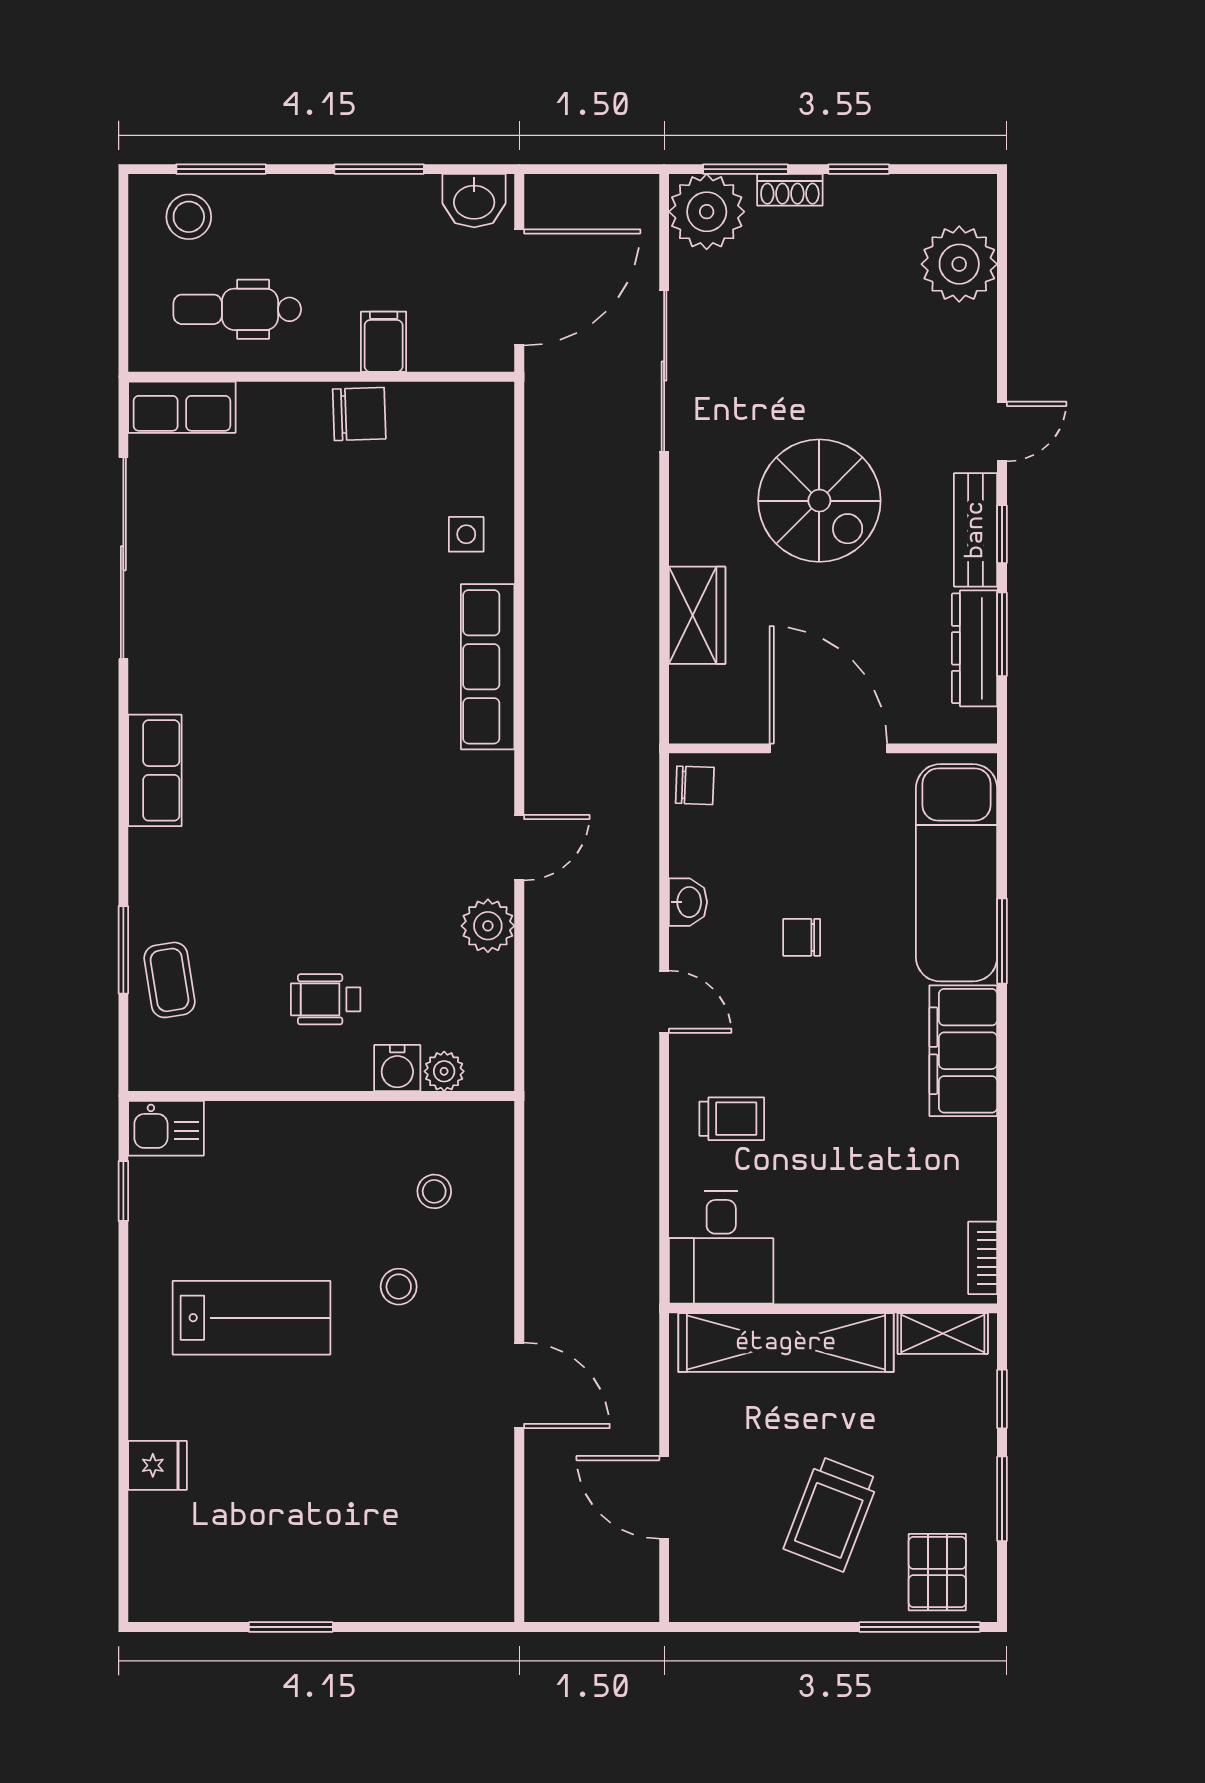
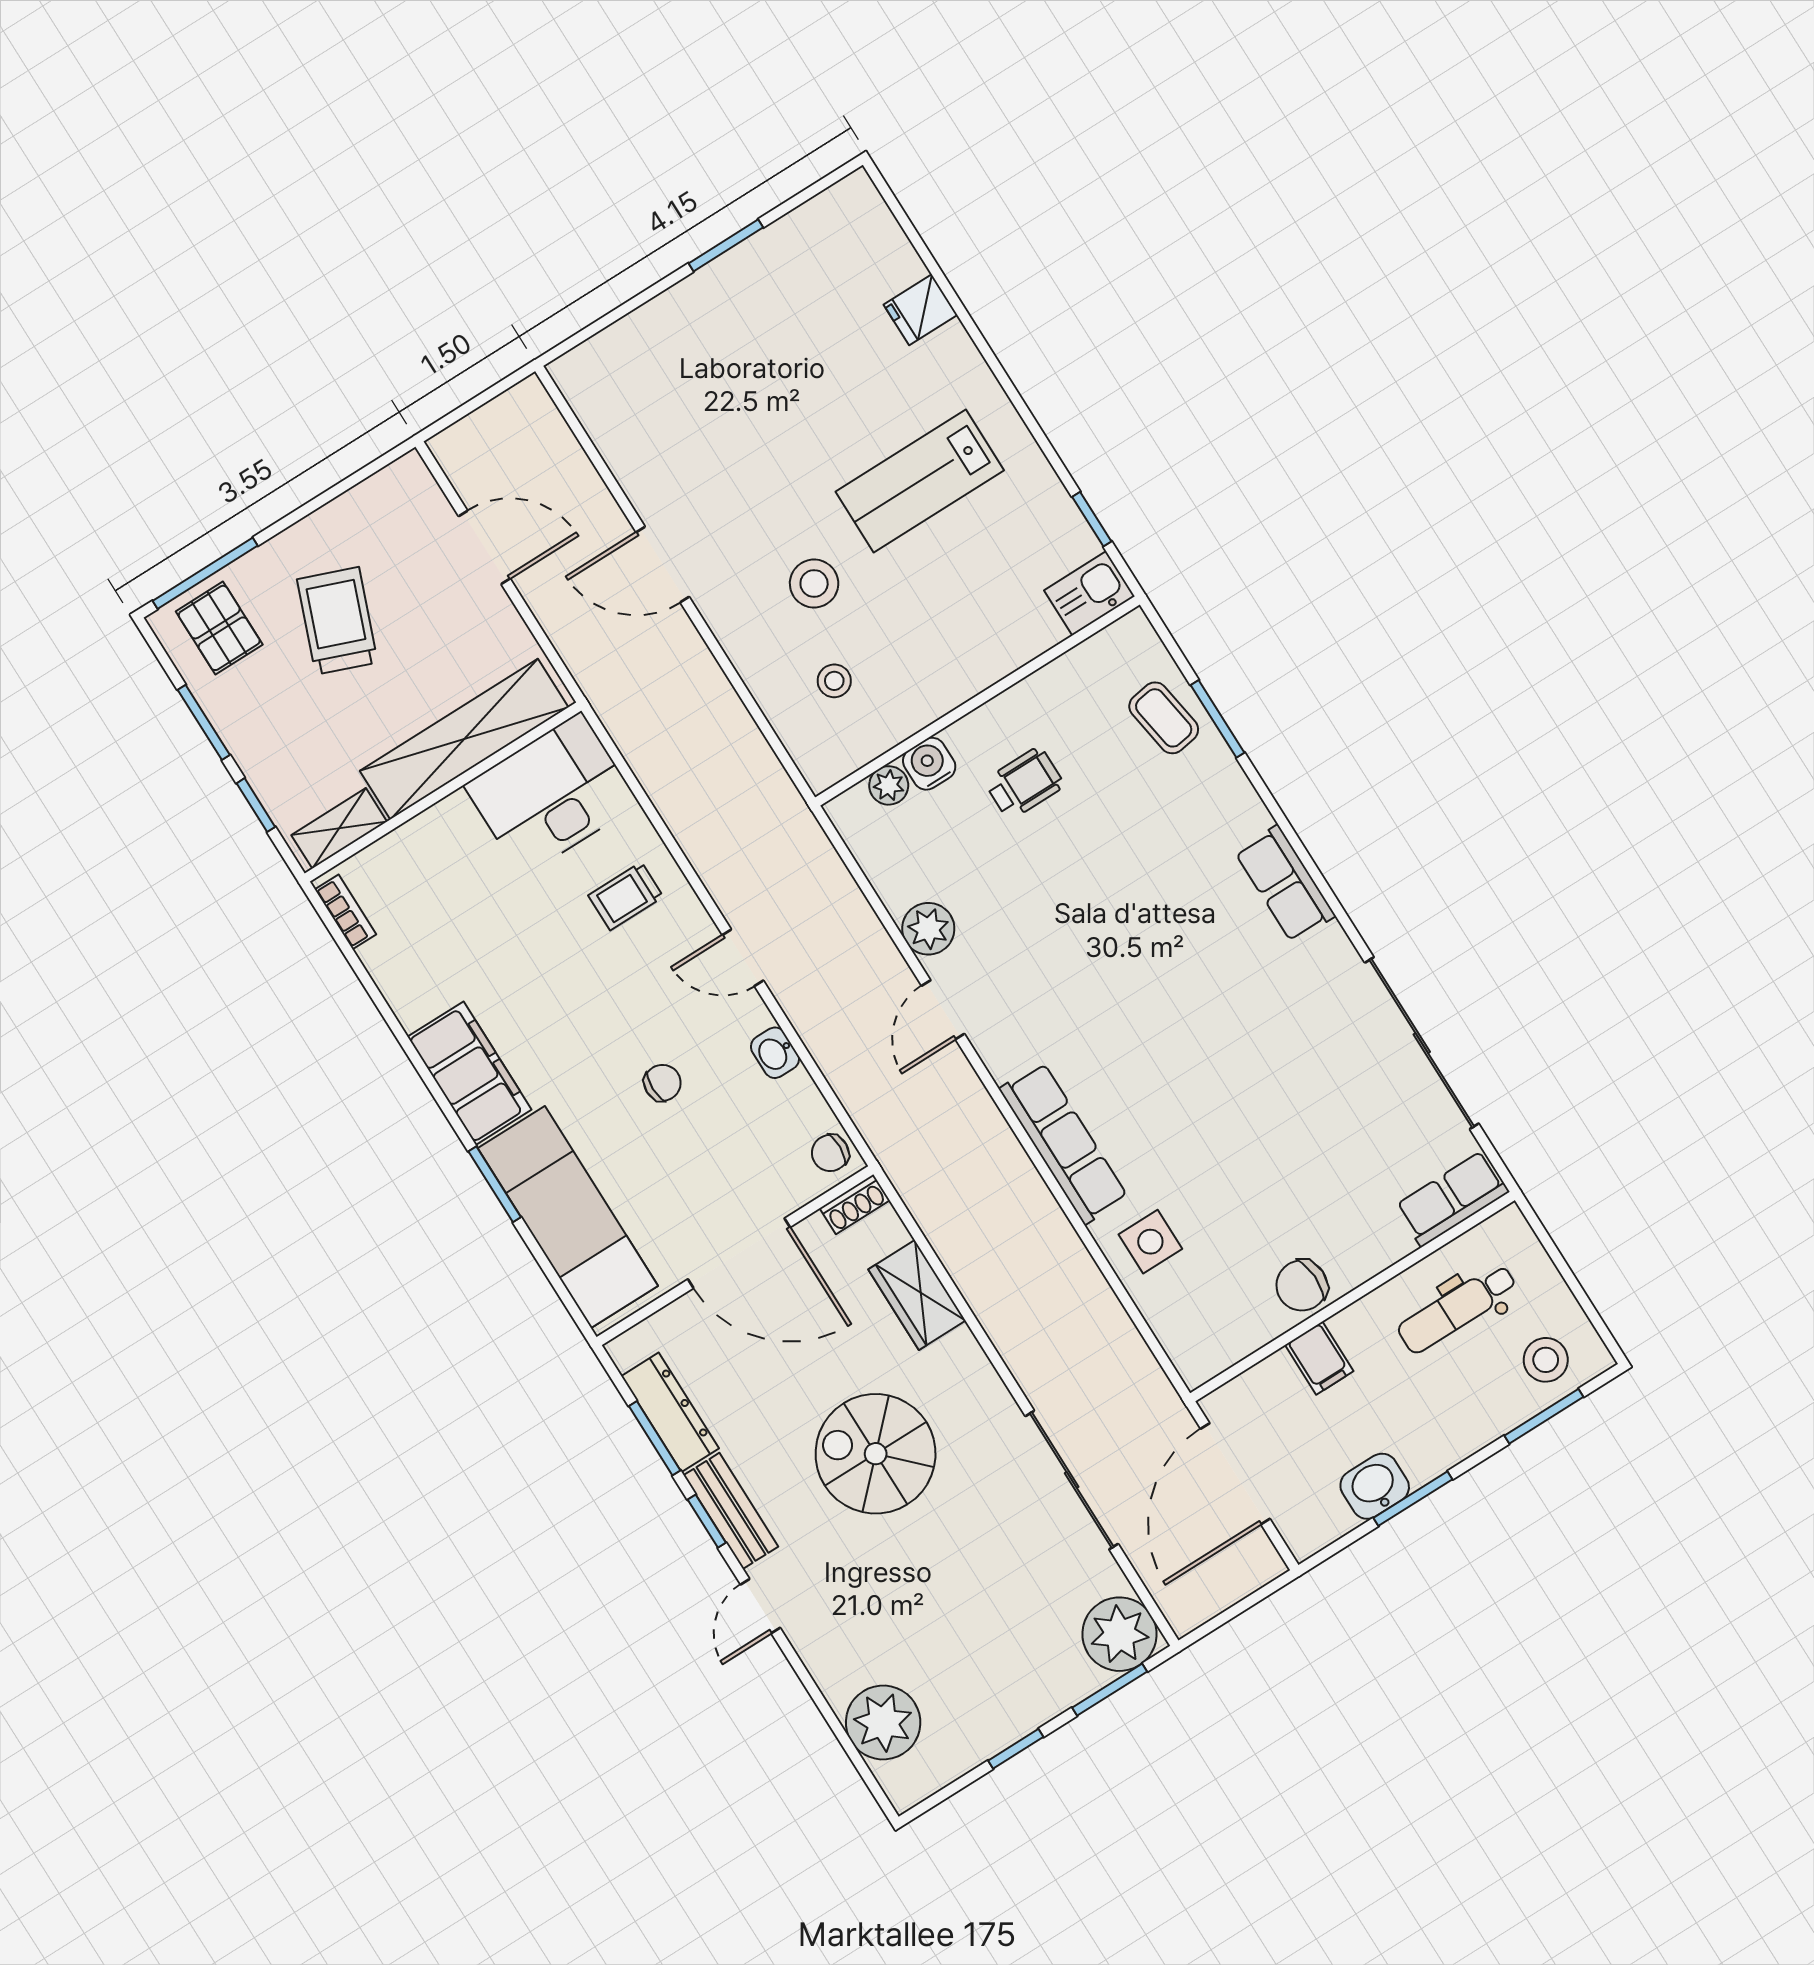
shoe rack: (790, 190) -> (855, 1204), moved, turned 180
washbasin: (474, 201) -> (1375, 1486), moved
dental chair: (237, 309) -> (1457, 1308), turned 180
side table: (466, 534) -> (1150, 1242), width x1.37, depth x1.37
desk: (721, 1247) -> (551, 794), width x1.37
stool: (399, 1287) -> (814, 583), width x1.37, depth x1.37

